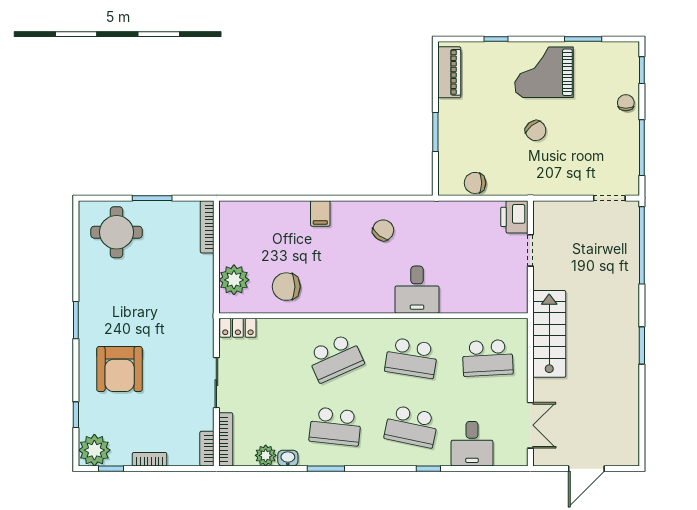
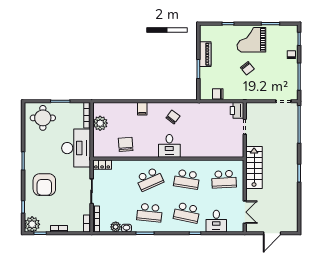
piano: (449, 72) -> (205, 54), moved
plant: (234, 280) -> (100, 123), moved
chair: (286, 287) -> (126, 144), turned 86
desk: (417, 290) -> (169, 146), moved
desk: (185, 294) -> (76, 148), added

